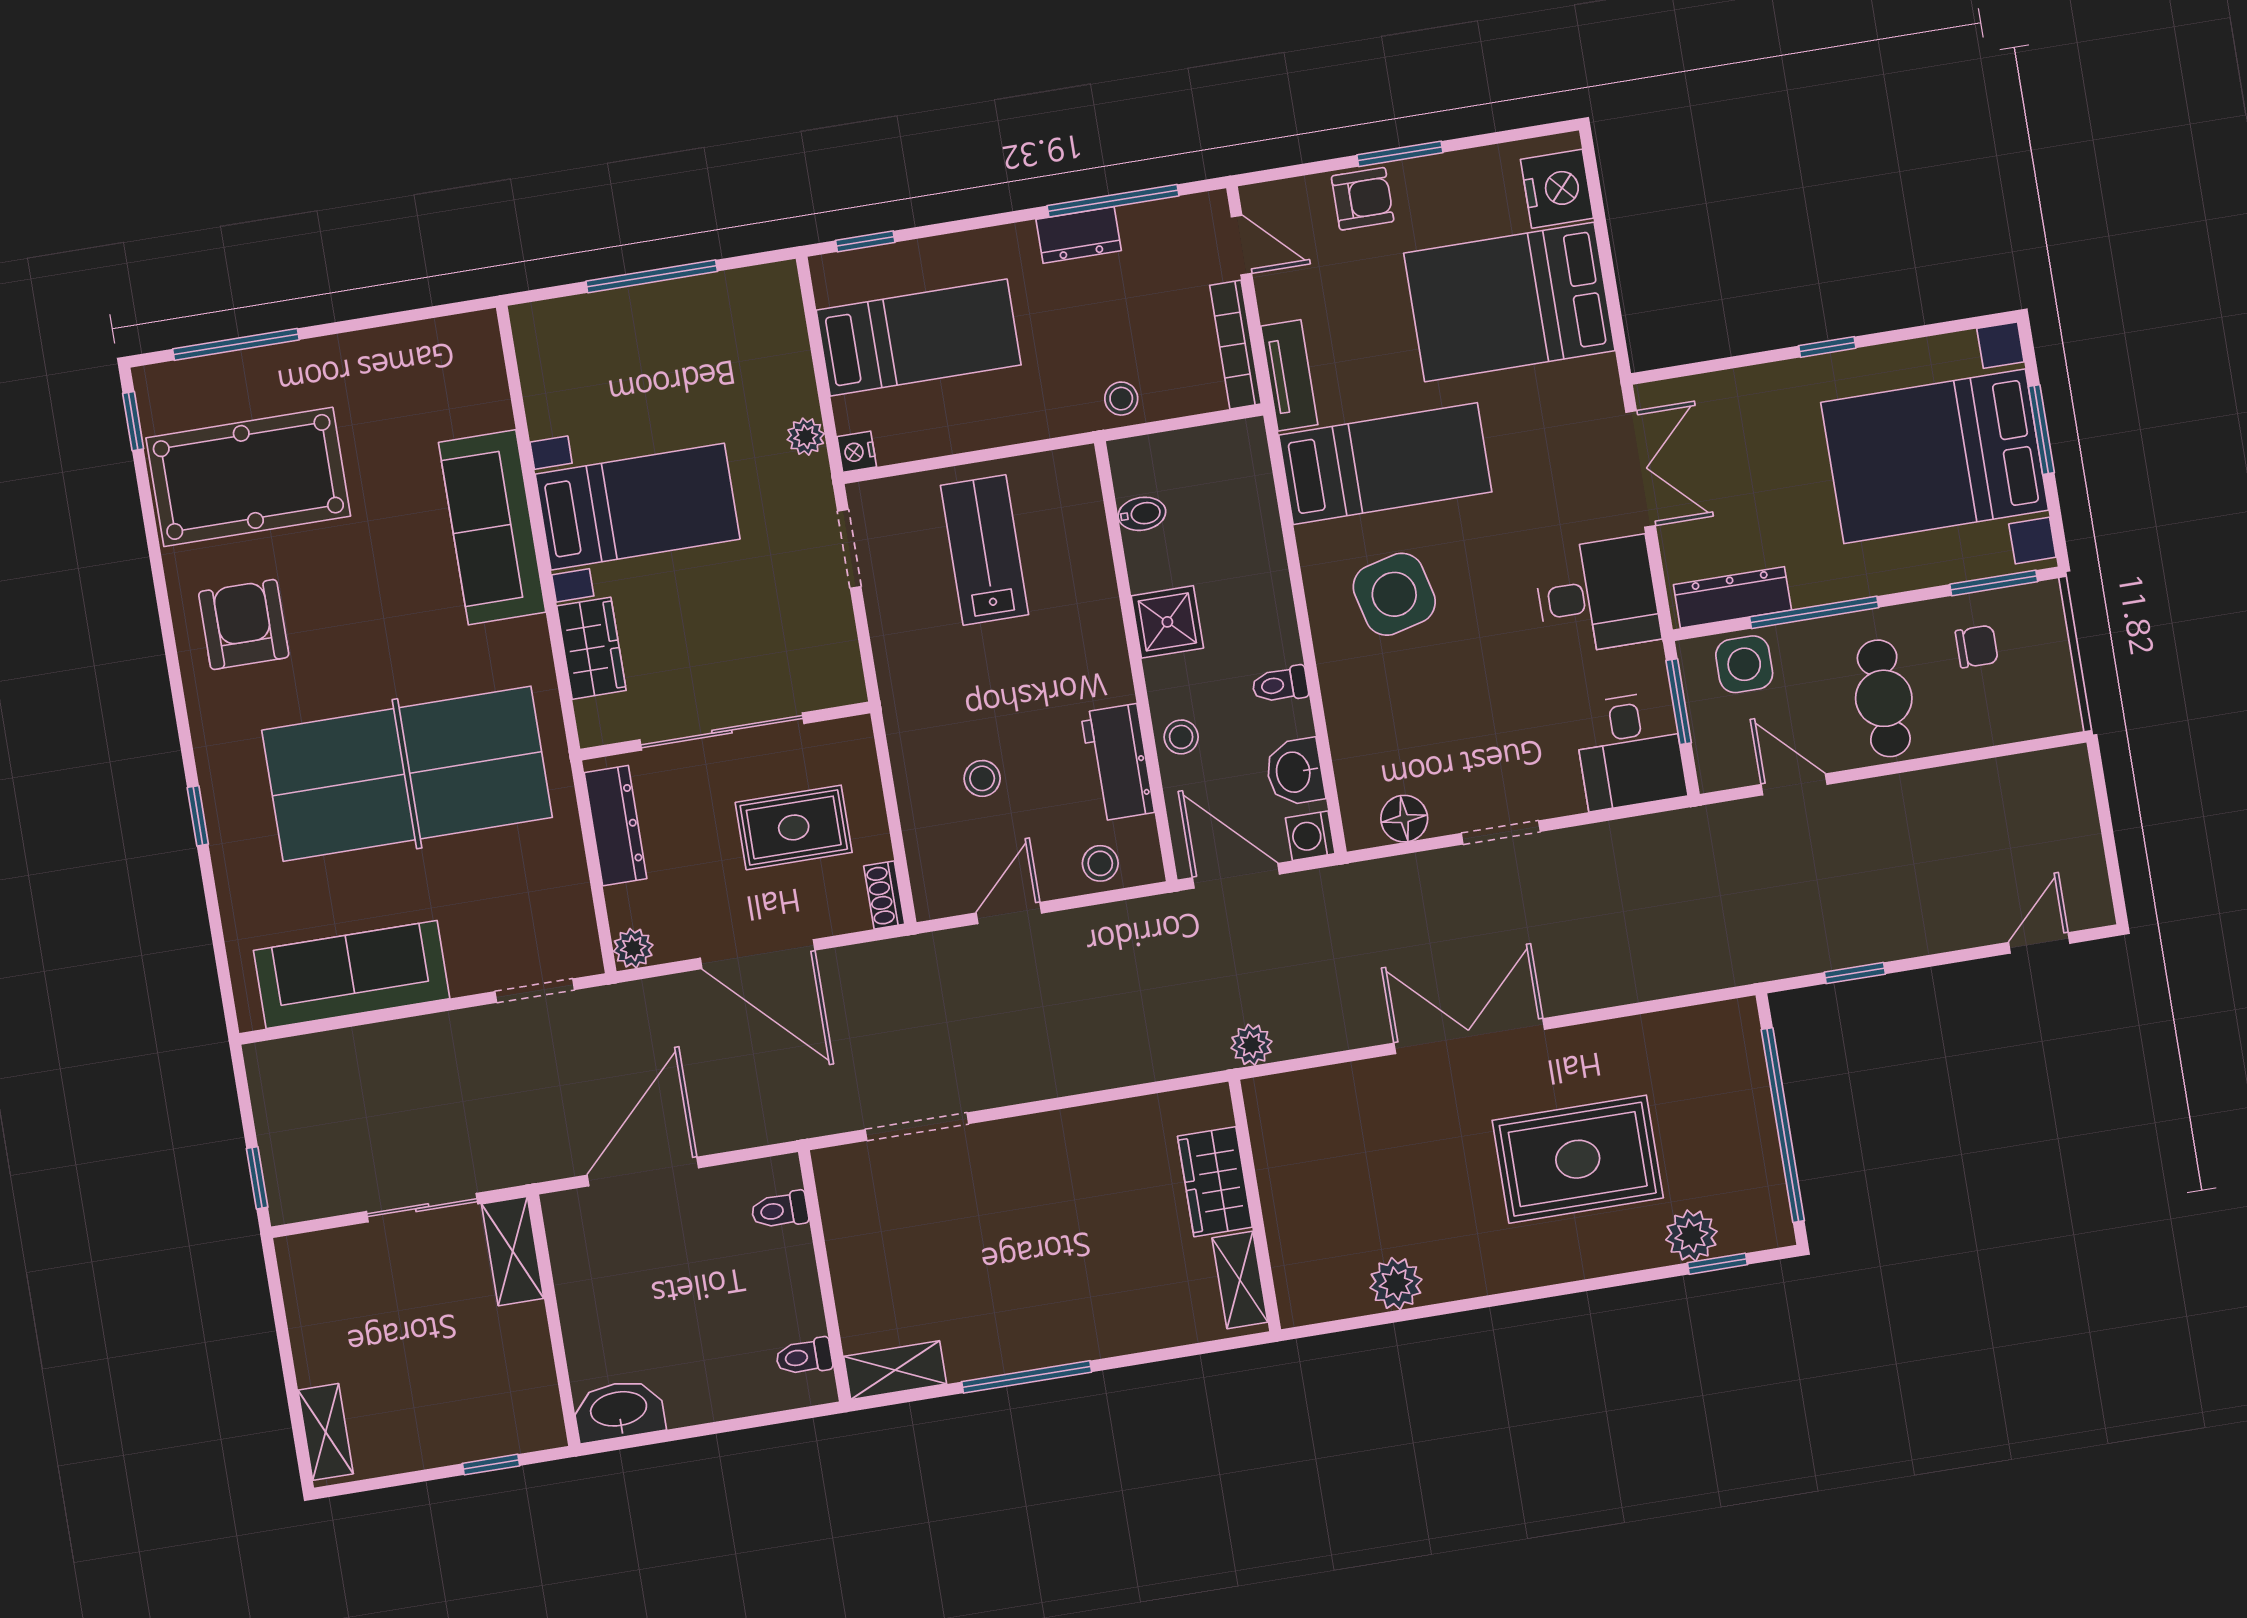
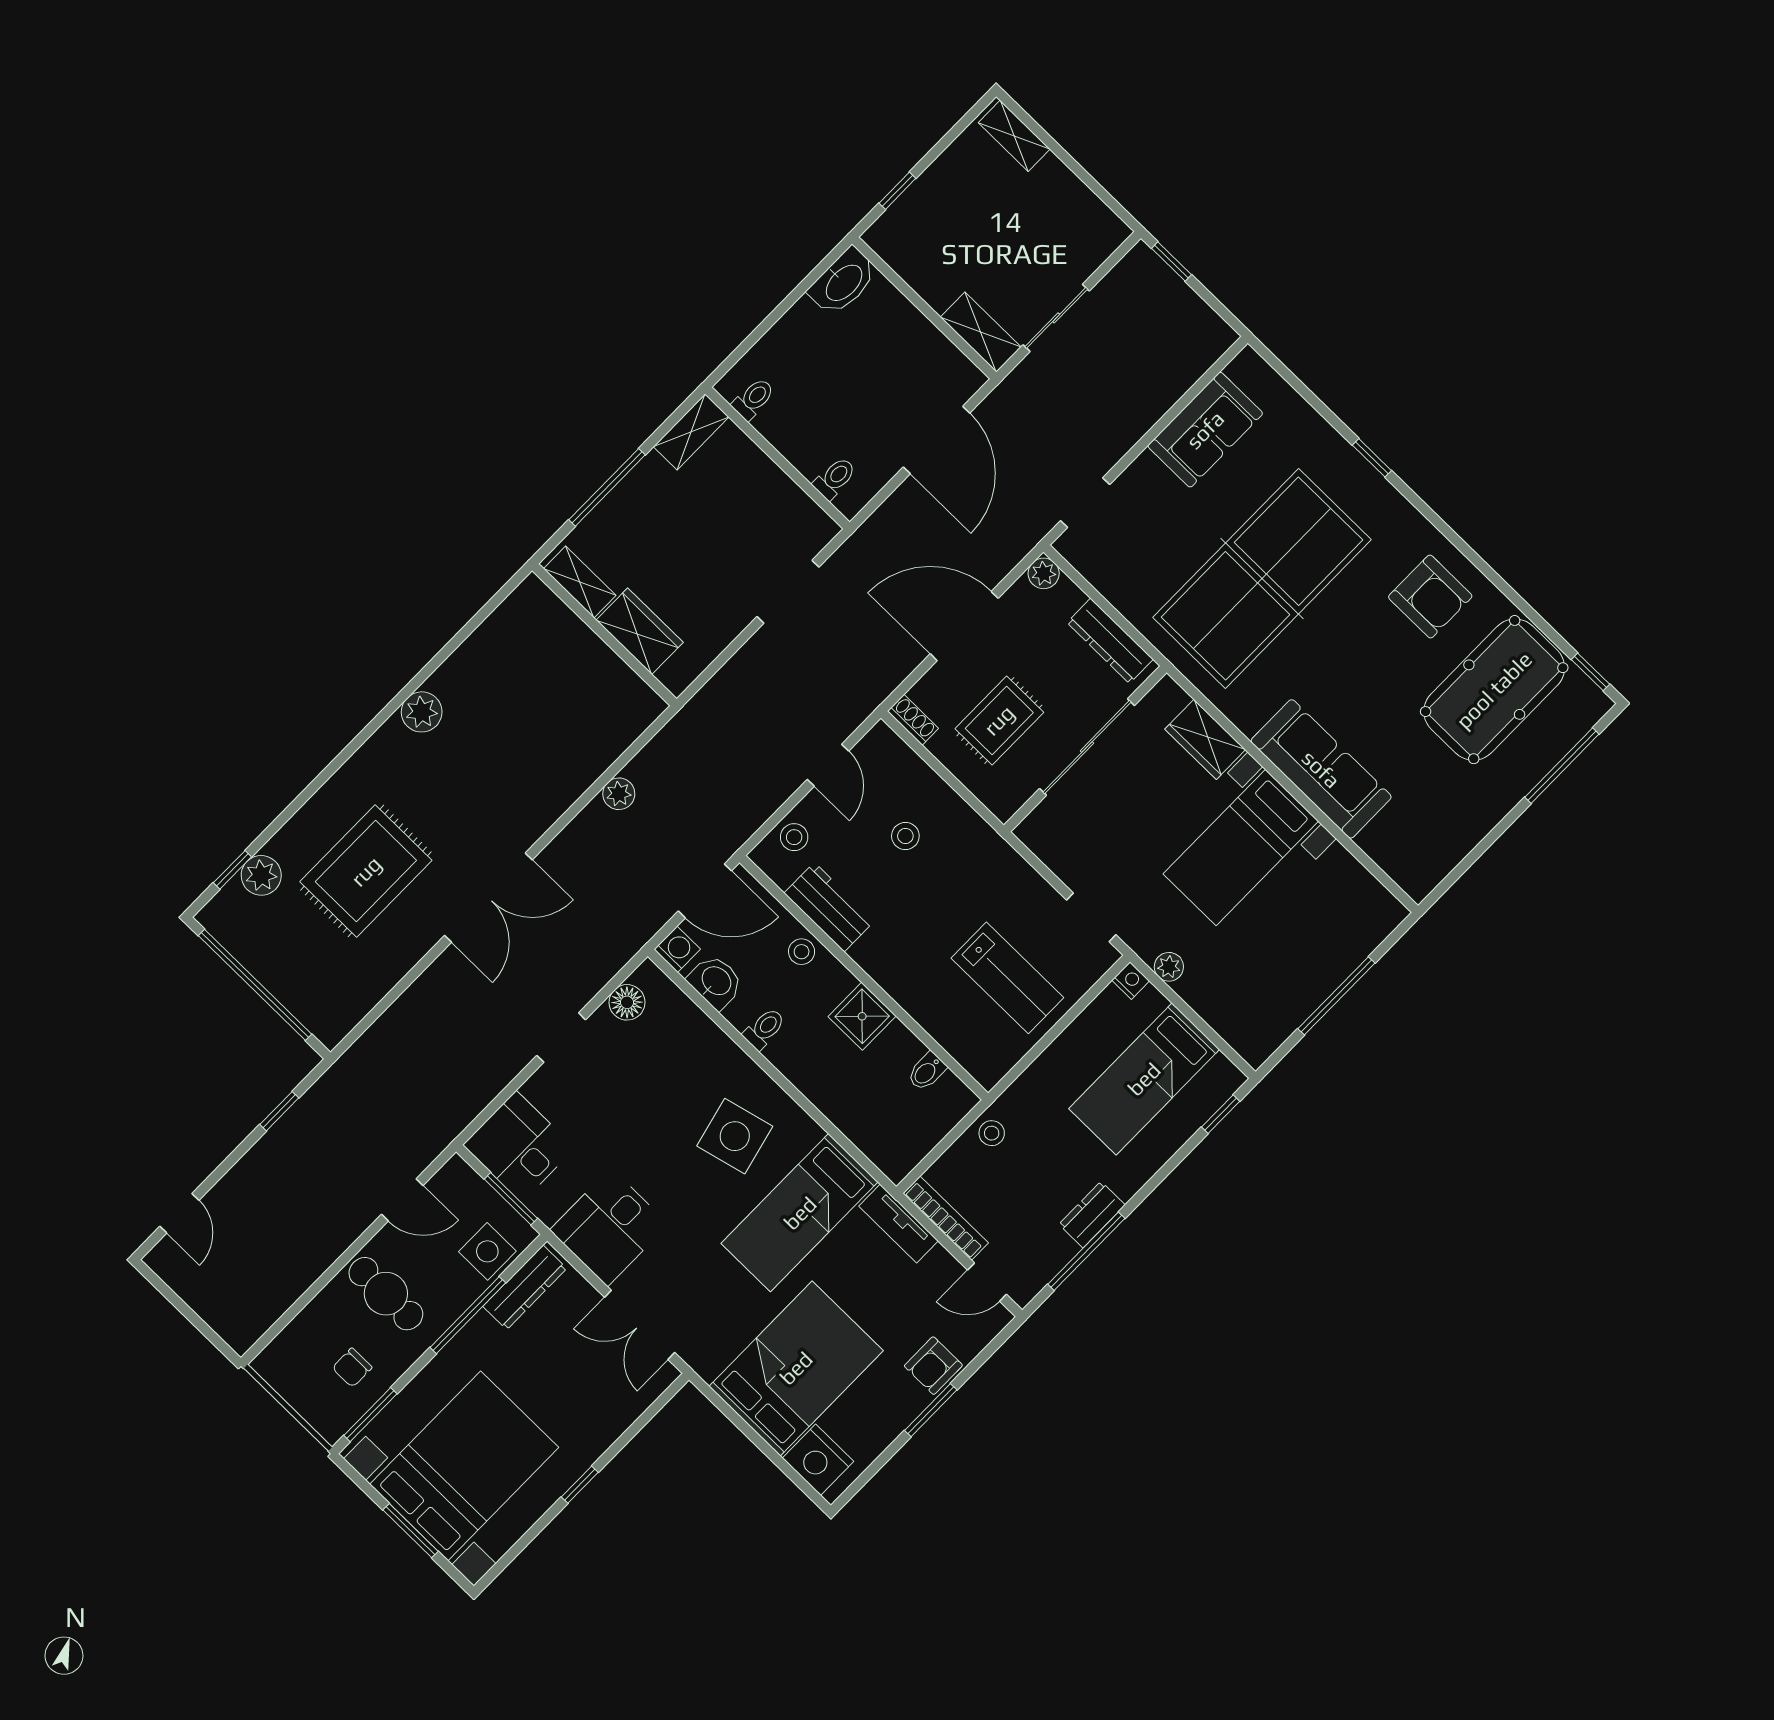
sofa: (352, 975) -> (1205, 430), width x0.73
wardrobe: (1215, 1182) -> (640, 631), moved
wall: (1255, 1205) -> (604, 635), moved
shelving: (1240, 1280) -> (580, 582), moved

